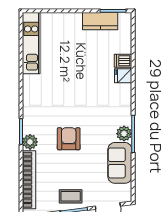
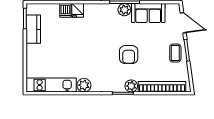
plant: (31, 84) -> (84, 85), added
armchair: (69, 139) -> (129, 55), turned -90

